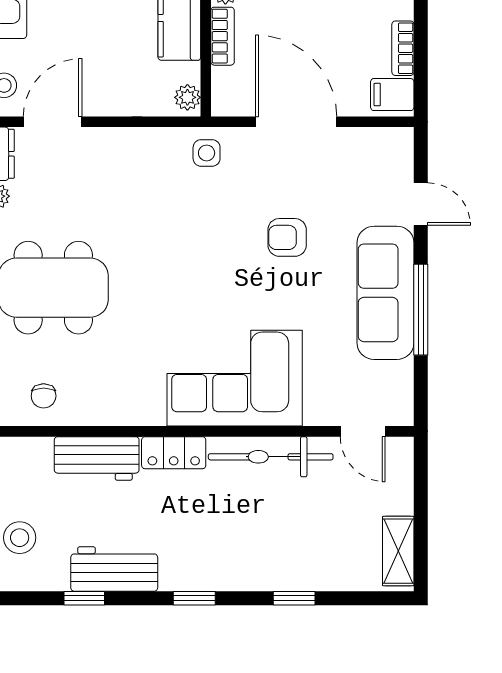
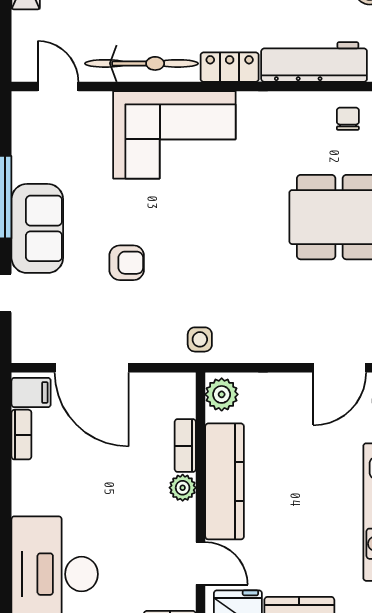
plant: (187, 97) -> (222, 394), width x1.38, depth x1.38
door: (296, 122) -> (92, 368), moved
sofa: (385, 293) -> (37, 228), width x0.73
workbench: (97, 458) -> (314, 62), width x1.38

